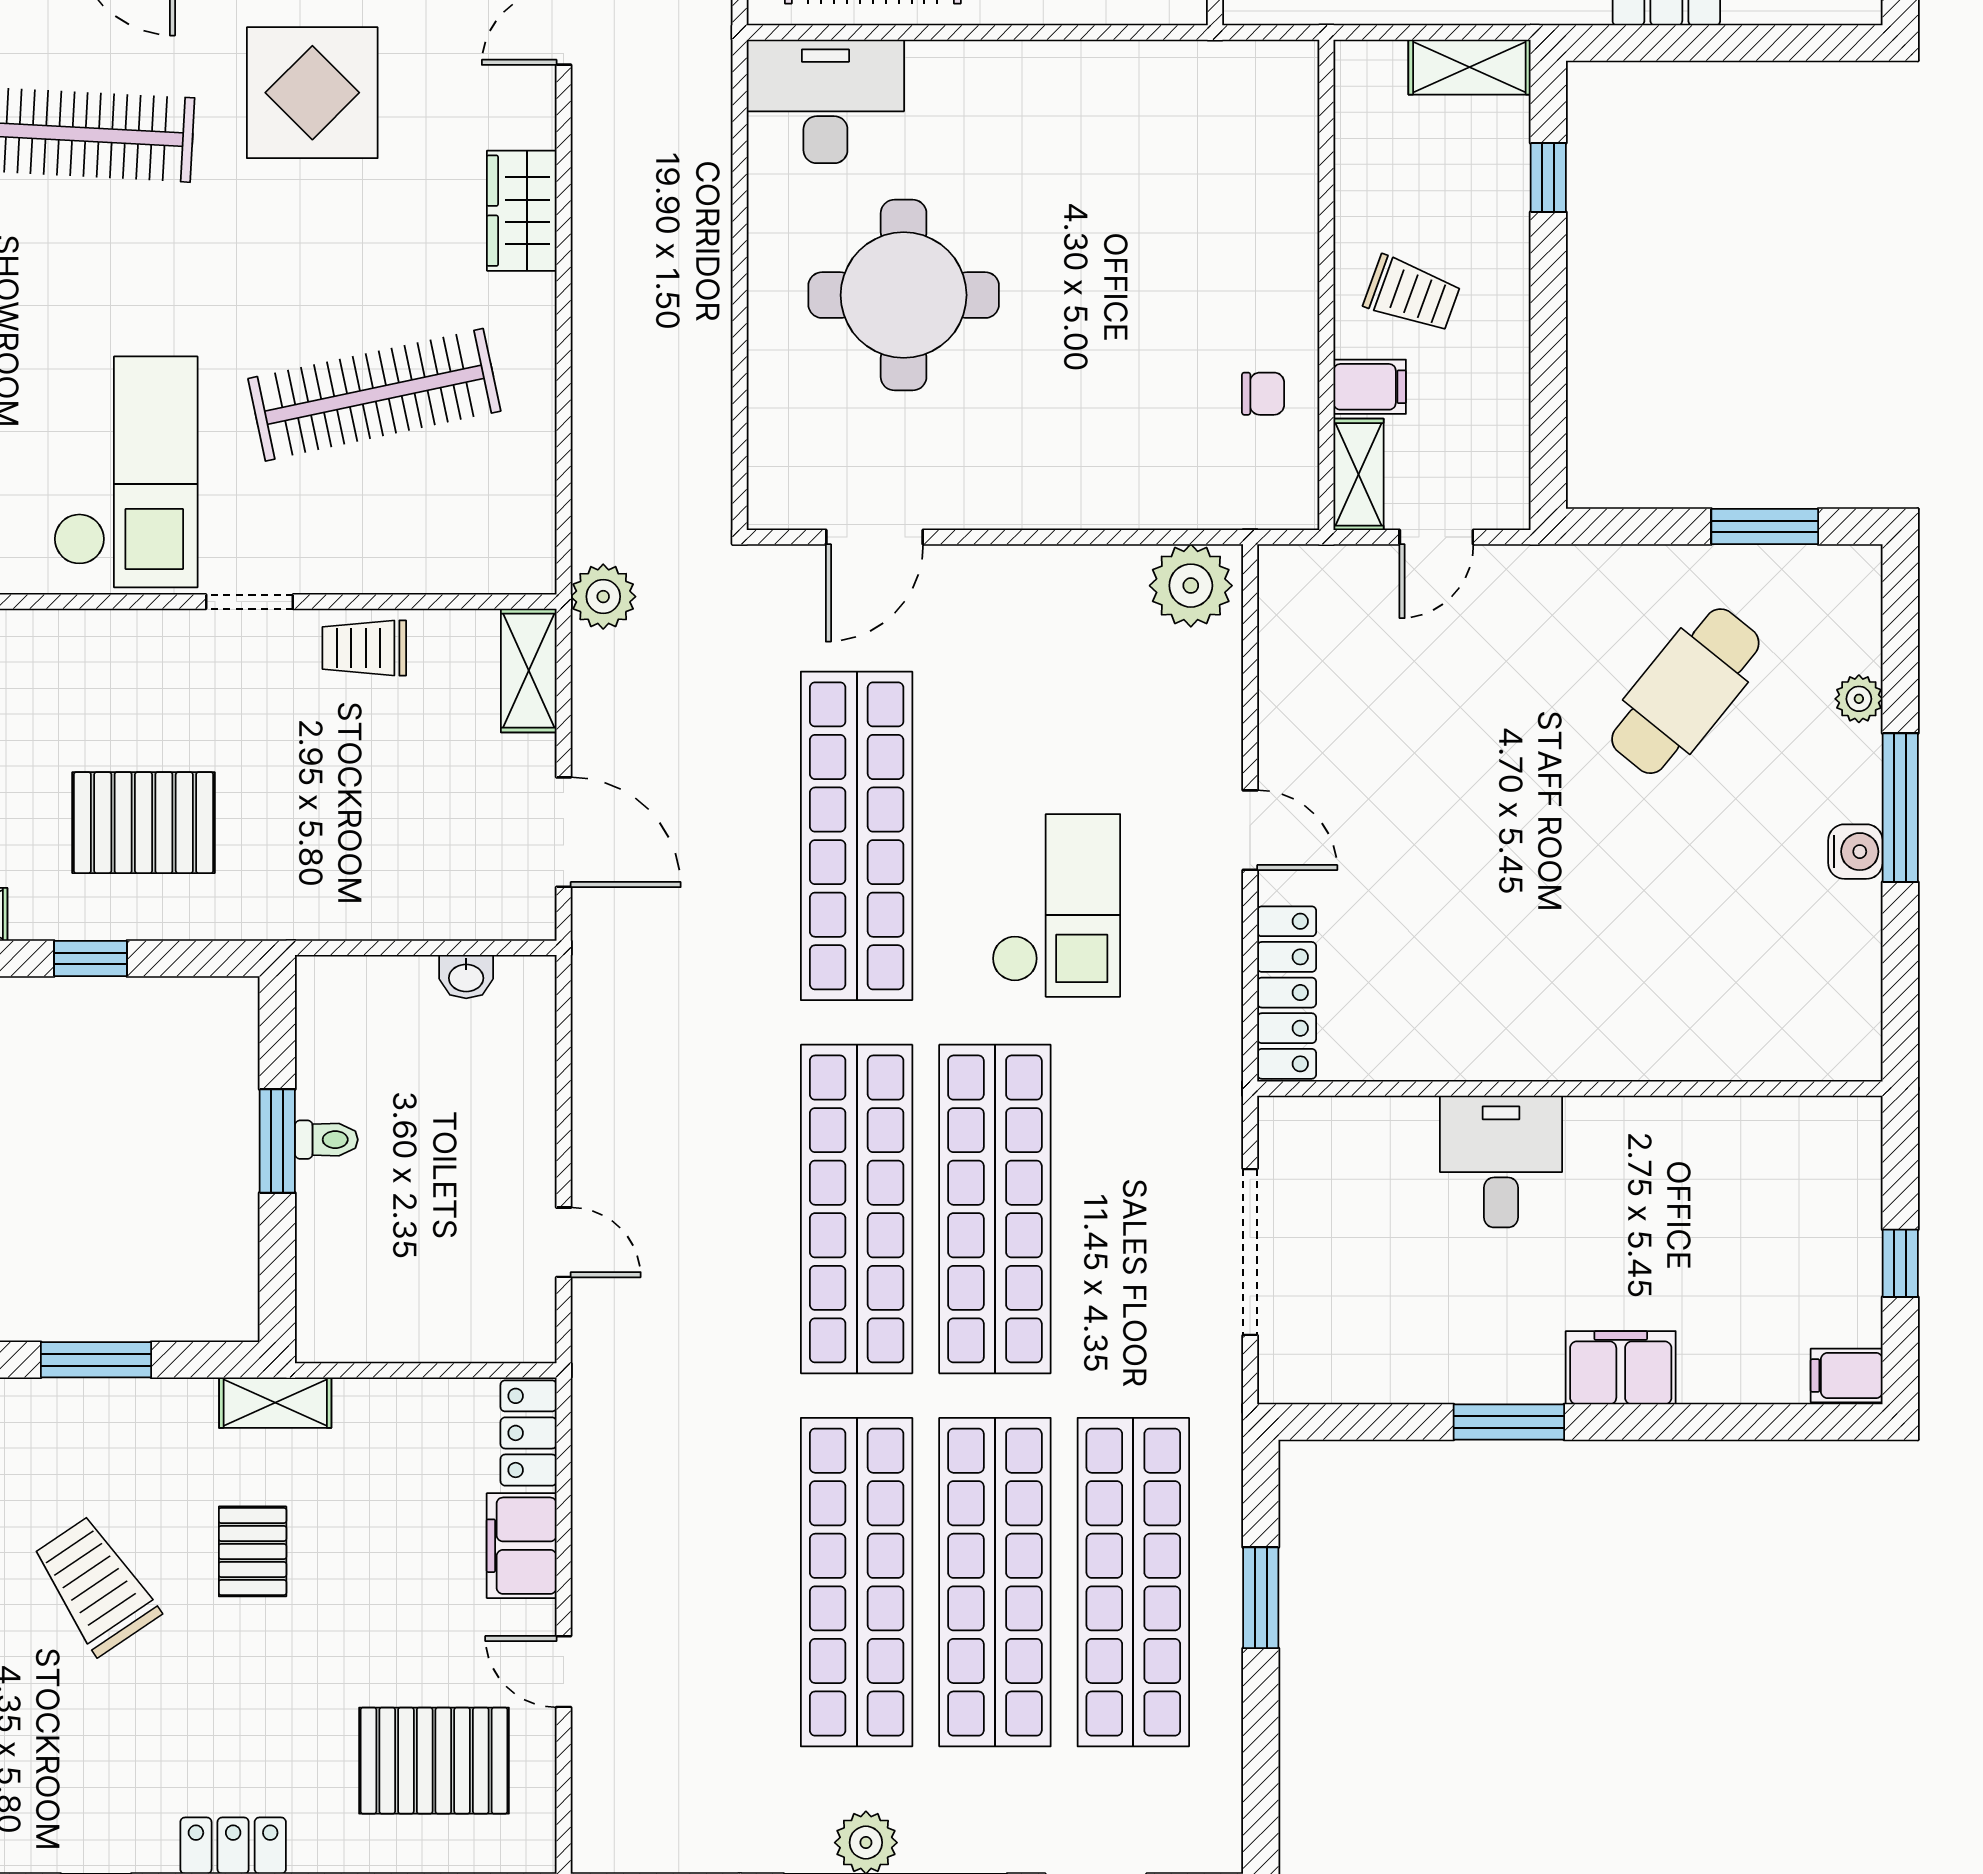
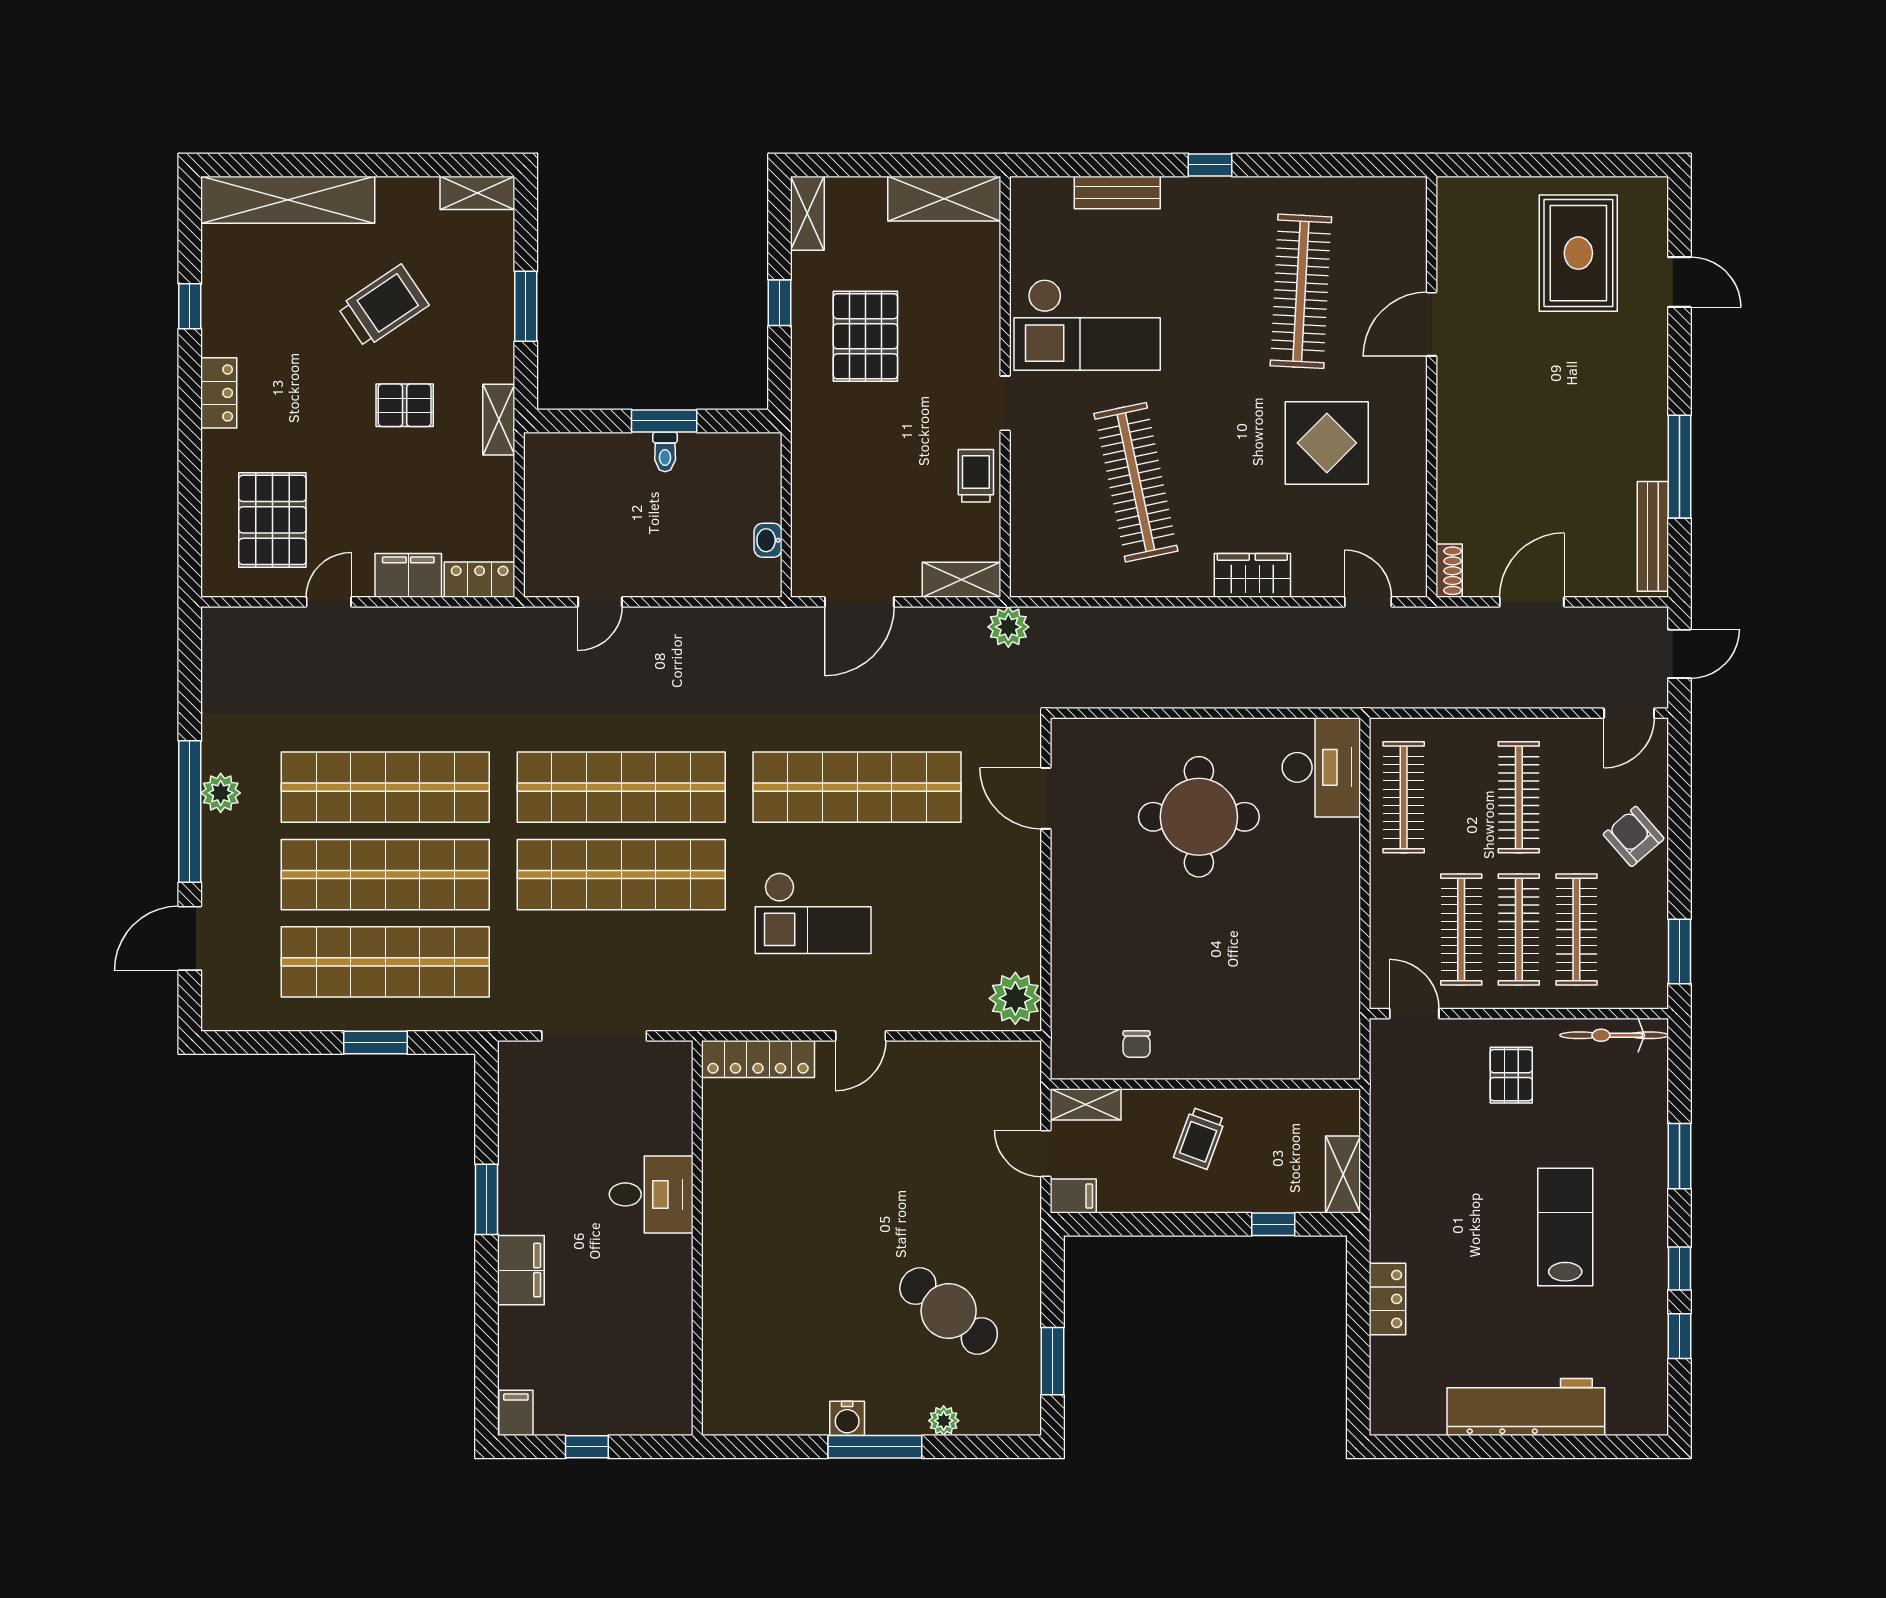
filing cabinet: (1370, 387) -> (1073, 1196), moved, turned -90

